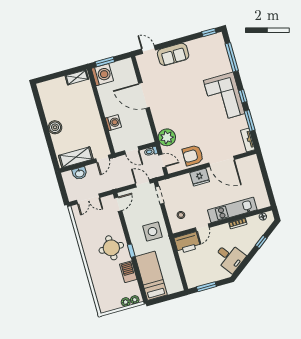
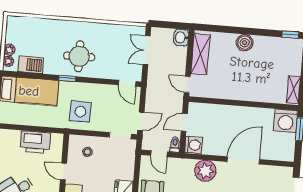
window: (36, 95) -> (290, 35), added
washing machine: (113, 123) -> (193, 145), moved, turned -90
plant: (167, 137) -> (205, 171), moved
door: (162, 161) -> (159, 154), hinge flipped
washbasin: (80, 173) -> (181, 38), moved
printer: (187, 243) -> (35, 142), moved, turned -90
barbecue: (128, 272) -> (31, 65), moved

